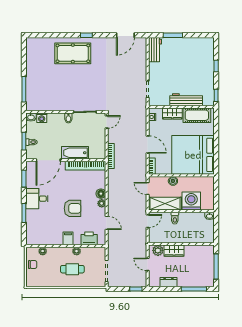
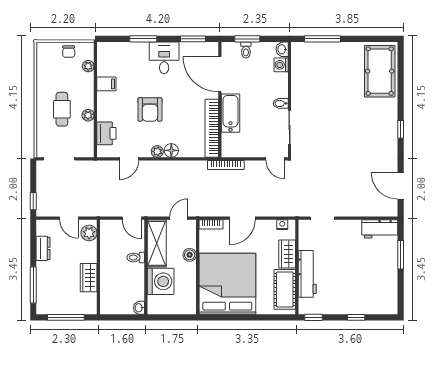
pool table: (73, 53) -> (380, 71), moved
filing cabinet: (68, 238) -> (106, 84), moved
wardrobe: (174, 251) -> (89, 278), moved
door: (148, 264) -> (69, 218), swing flipped

